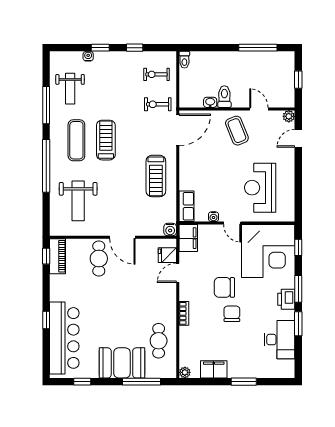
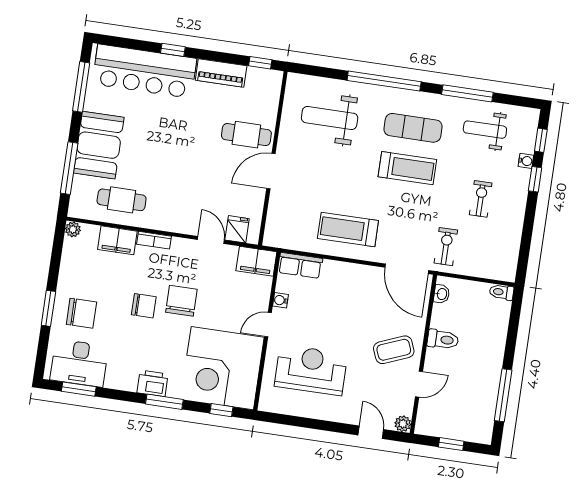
window: (135, 48) -> (541, 140), moved
exercise bike: (156, 74) -> (481, 199), moved
washbasin: (210, 102) -> (442, 294), moved
water cooler: (170, 229) -> (272, 238), removed
piano: (57, 256) -> (221, 73), moved
window: (298, 324) -> (79, 389), moved
desk: (280, 340) -> (79, 363), moved
chair: (244, 357) -> (81, 313), added
filing cabinet: (214, 369) -> (117, 240), moved, turned 90
window: (82, 382) -> (81, 87), width x2.17

